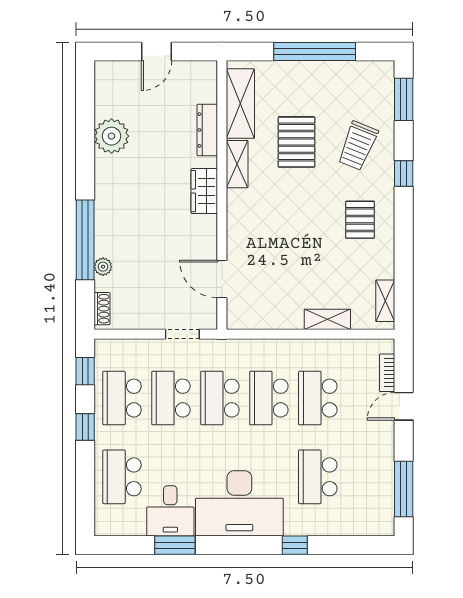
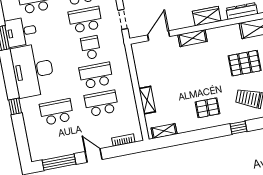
shelving: (237, 164) -> (193, 38), moved
school desk: (220, 398) -> (91, 48), width x0.54
door: (404, 406) -> (94, 155), moved

